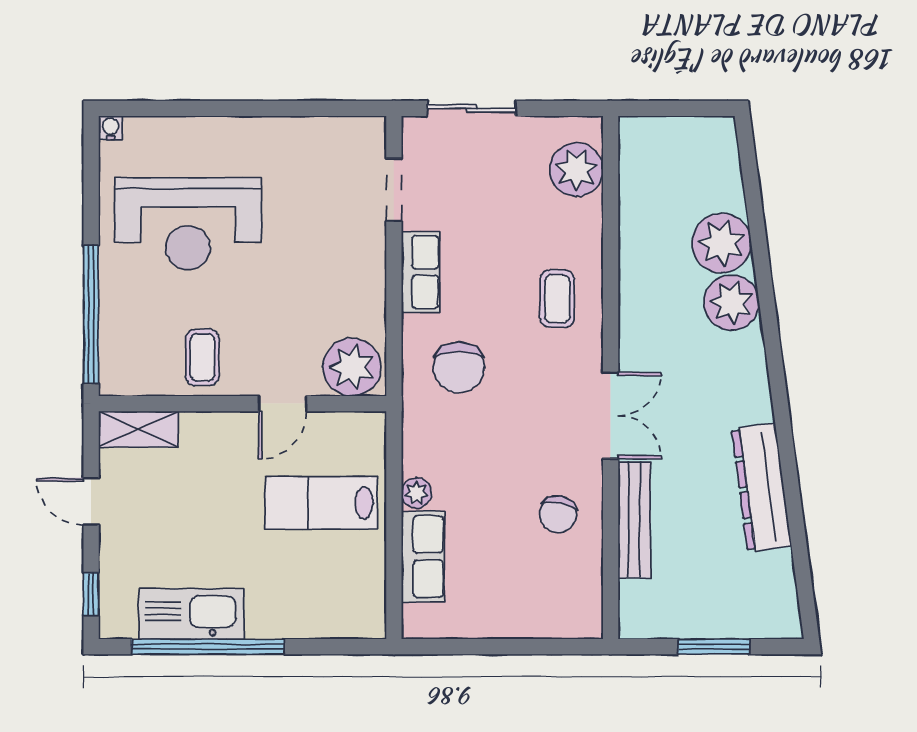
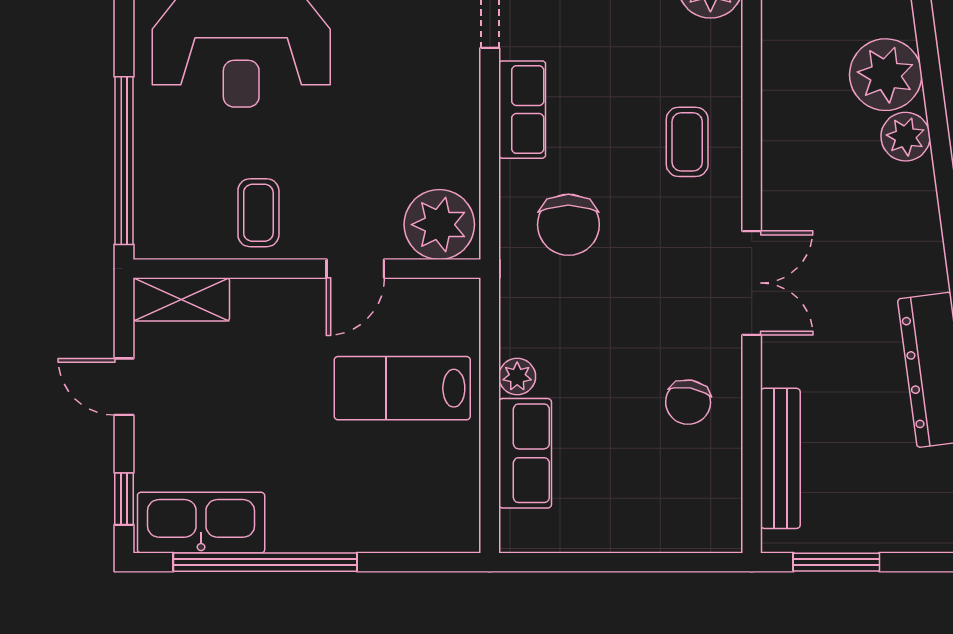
plant: (732, 303) -> (905, 137), width x0.73, depth x0.73
bench: (634, 520) -> (780, 458), moved
kitchen sink: (192, 614) -> (201, 523), moved
window: (714, 647) -> (836, 562), moved

